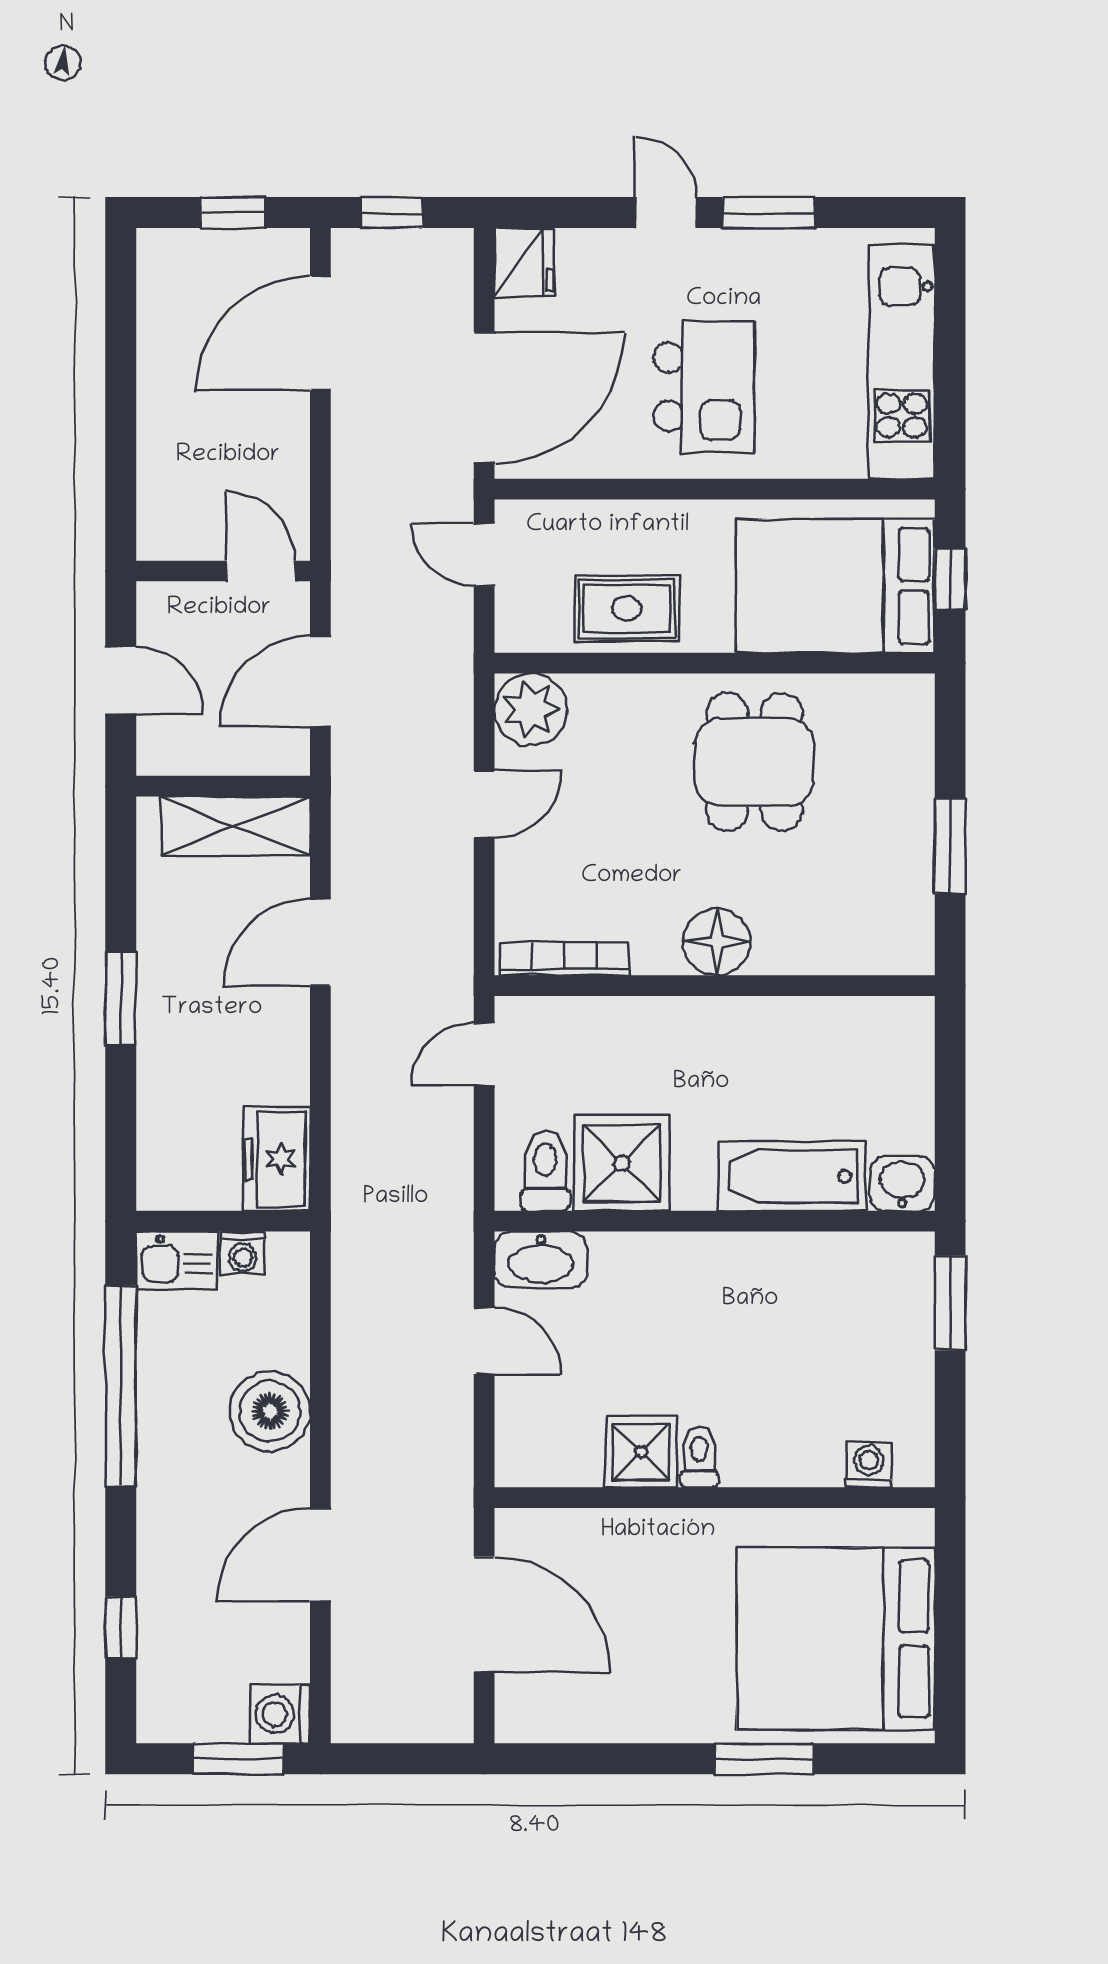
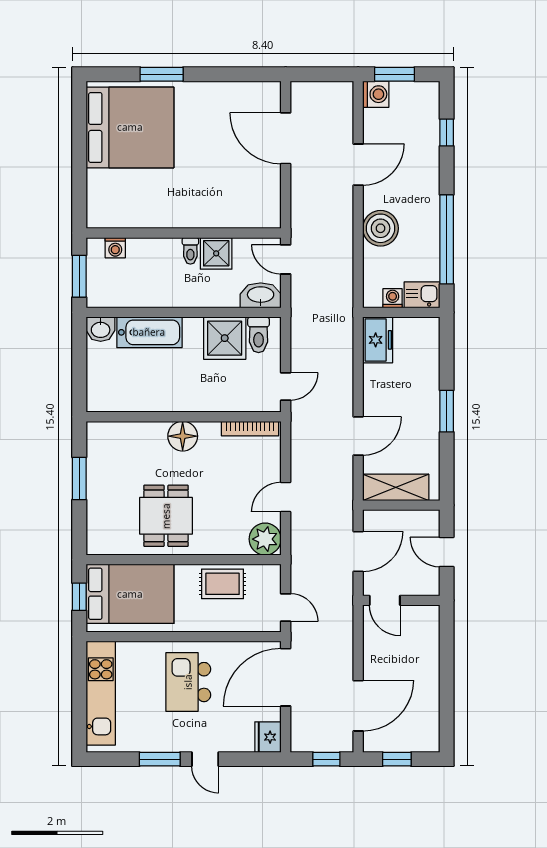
shower: (641, 1452) -> (216, 253), moved
toilet: (699, 1457) -> (190, 251), moved
washing machine: (869, 1465) -> (115, 248), moved
wall: (715, 1498) -> (184, 233), moved

